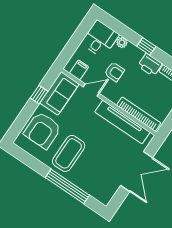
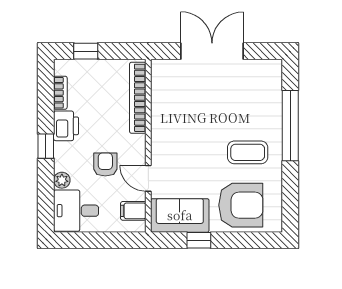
tv unit: (122, 122) -> (162, 111), removed
coffee table: (69, 153) -> (248, 152), width x0.73, depth x0.76

